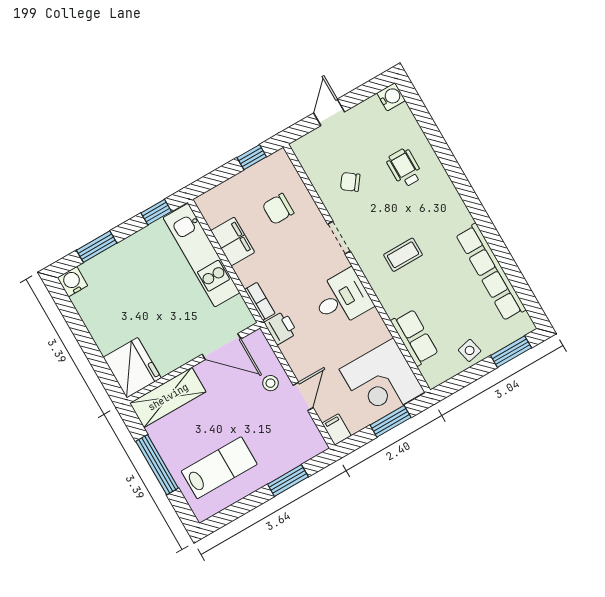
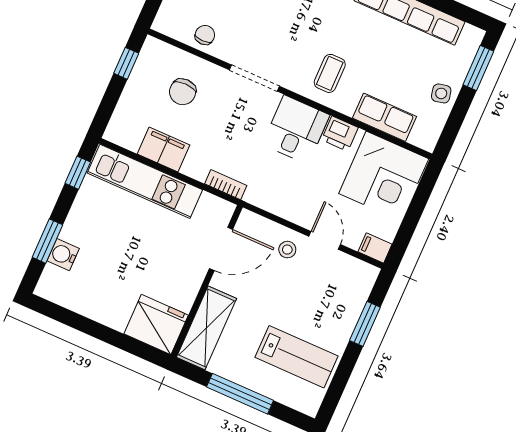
chair: (350, 182) -> (205, 35), moved, turned 144
doorway: (339, 238) -> (254, 78), width x1.38
coffee table: (403, 255) -> (330, 73), moved
water cooler: (72, 282) -> (63, 255), moved
printer: (281, 328) -> (340, 134), moved, turned 180
window: (391, 421) -> (417, 206), removed
lab bench: (219, 468) -> (296, 357), turned 90

